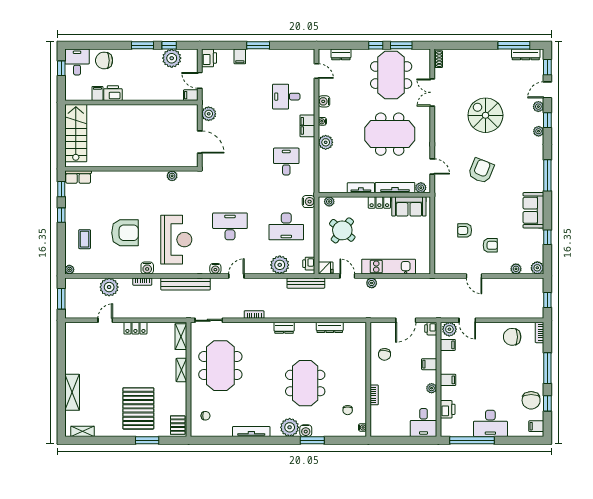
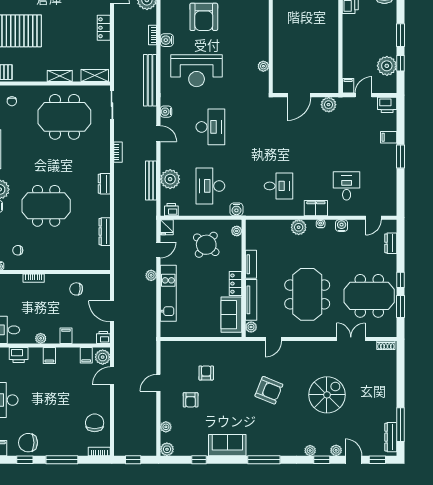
bench: (306, 283) -> (151, 180), moved

